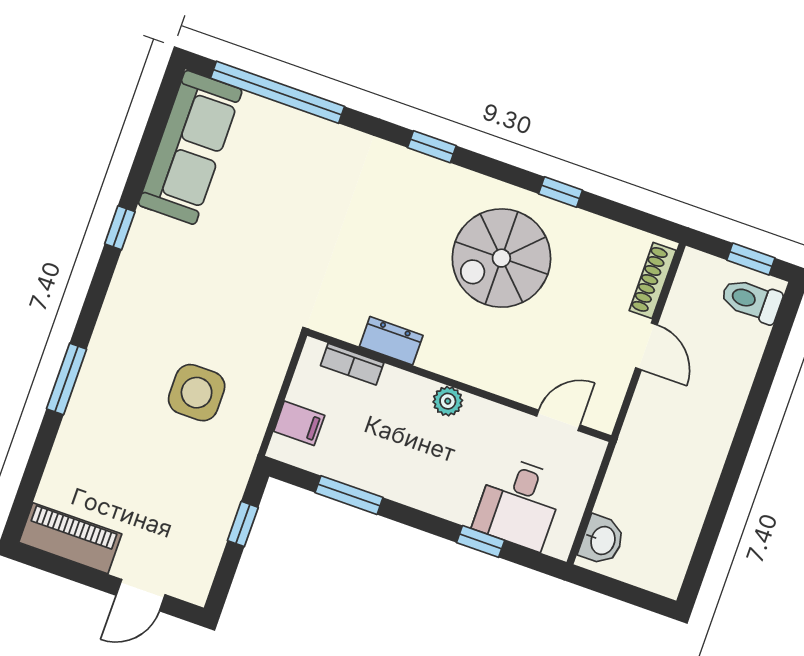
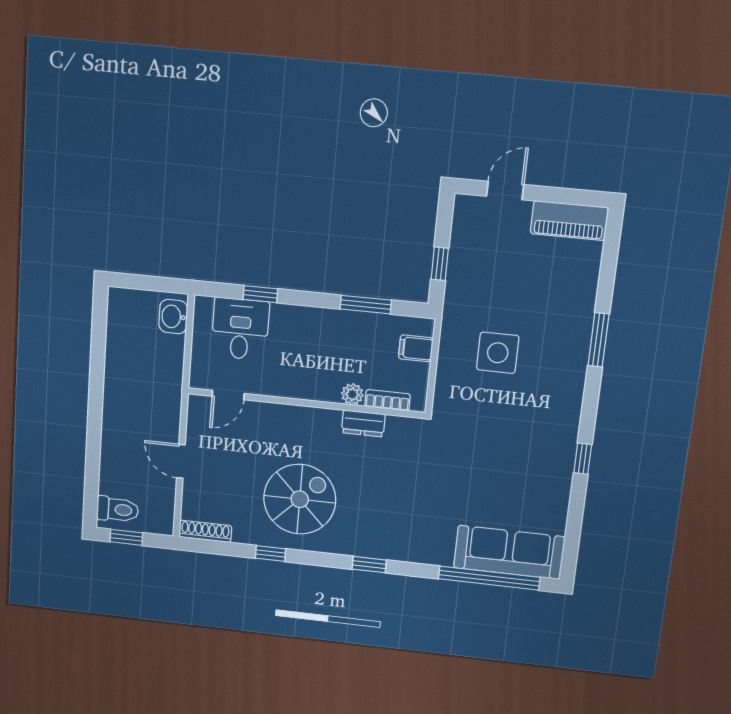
sofa: (190, 147) -> (509, 552), moved, turned 90
shoe rack: (653, 281) -> (205, 531), moved, turned -90
plant: (448, 401) -> (352, 394), moved

